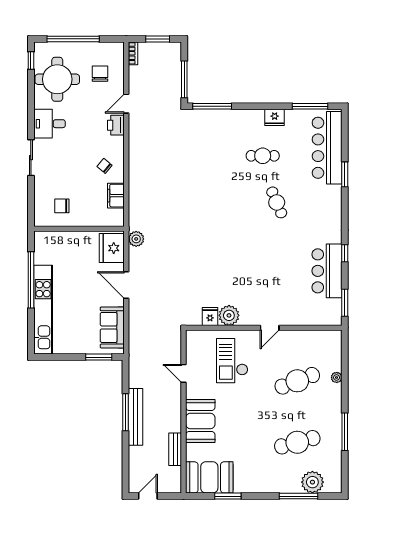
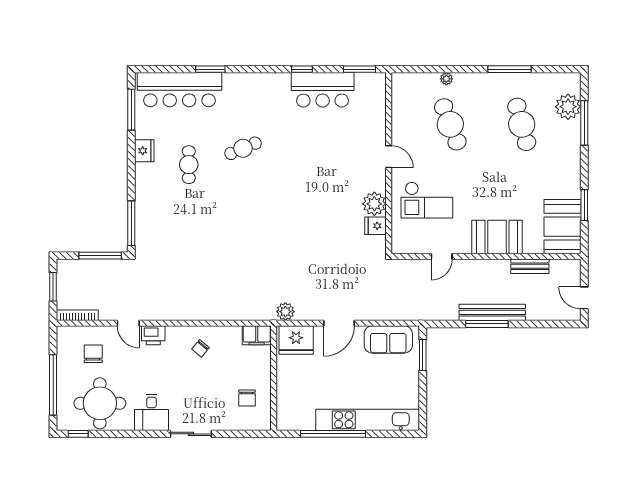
bookcase: (133, 53) -> (77, 315), width x1.56
chair: (100, 74) -> (93, 354), turned 90
filing cabinet: (116, 196) -> (257, 335), moved

